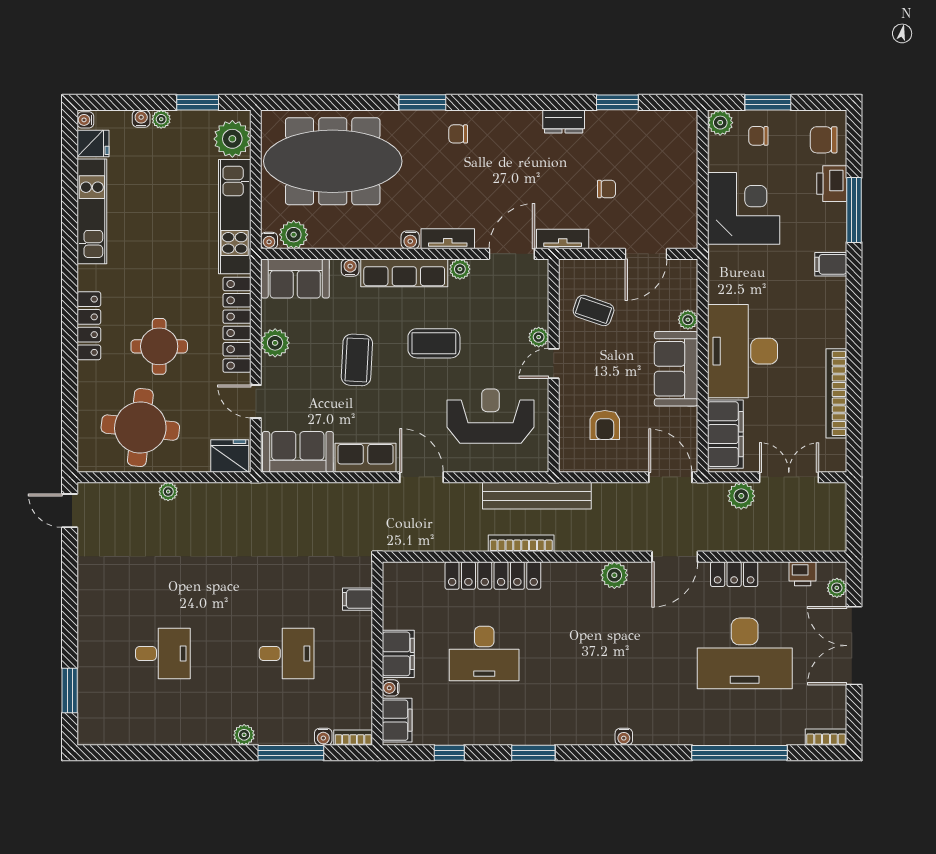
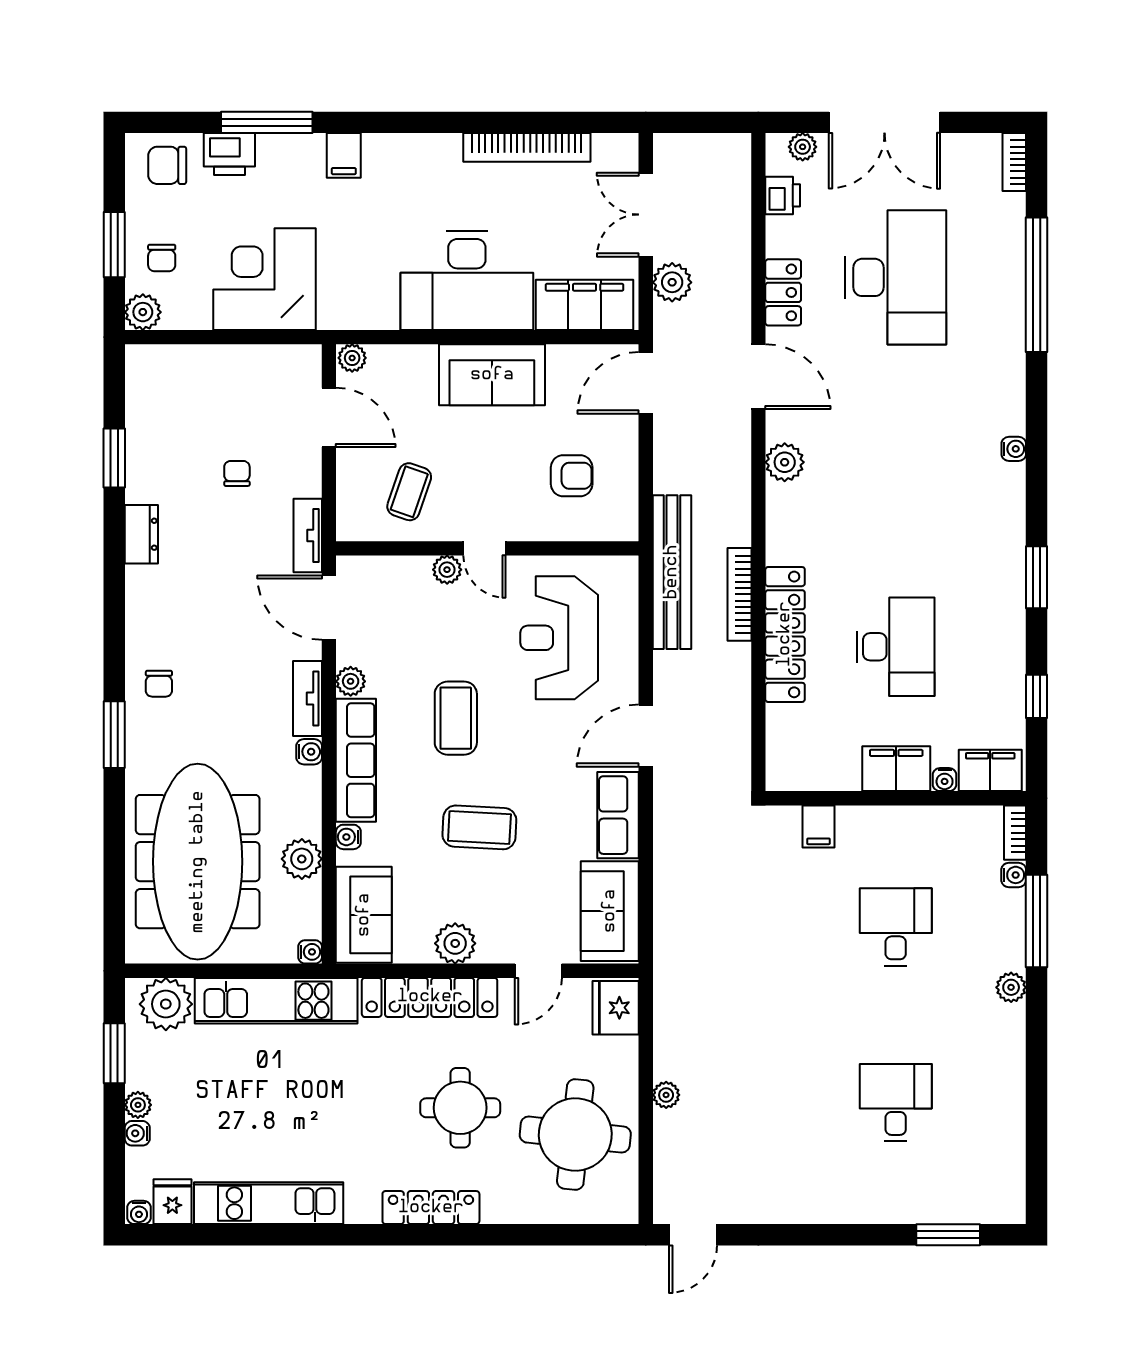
chair: (824, 140) -> (167, 165), turned 90
plant: (294, 235) -> (302, 859), moved
plant: (688, 320) -> (352, 358), moved

